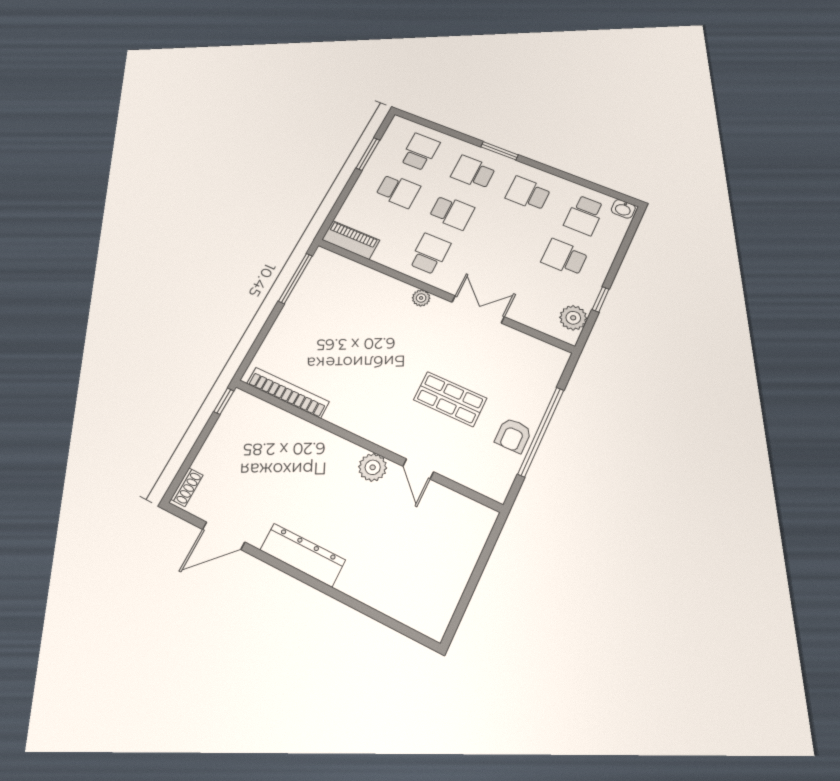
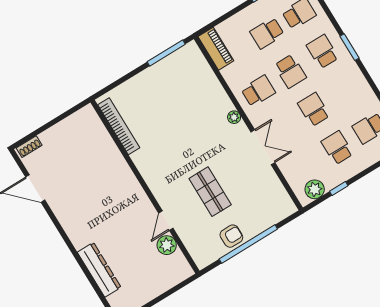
school desk: (398, 191) -> (267, 33), turned 90
school desk: (528, 193) -> (314, 110), moved
window: (224, 401) -> (78, 107), removed
armchair: (513, 435) -> (231, 236), turned 180
plant: (373, 467) -> (167, 245), moved
dresser: (303, 555) -> (99, 270), moved

